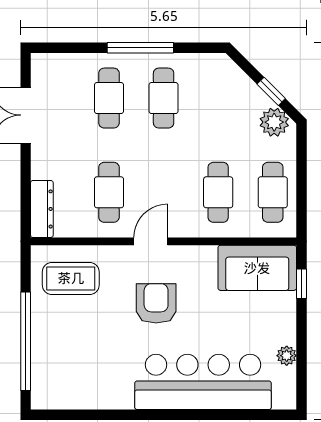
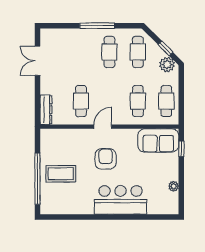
cafe table: (109, 98) -> (138, 52), moved
coffee table: (71, 278) -> (61, 174), moved
bar counter: (203, 382) -> (121, 200), width x0.73

